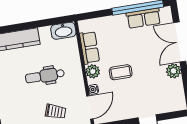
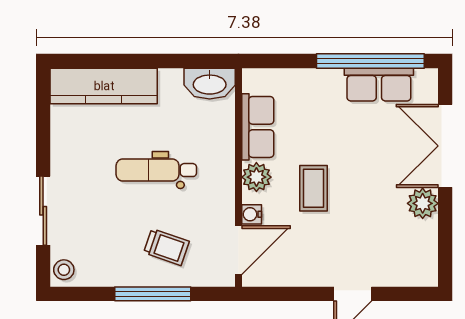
coffee table: (121, 72) -> (313, 188), turned 90

